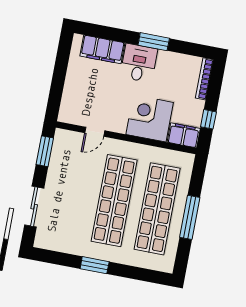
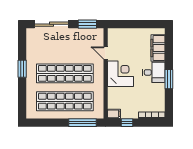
corner desk: (150, 118) -> (120, 74), moved
filing cabinet: (184, 135) -> (114, 114), width x0.50
sliding door: (34, 207) -> (52, 24), width x1.37
window: (190, 217) -> (82, 123), moved

